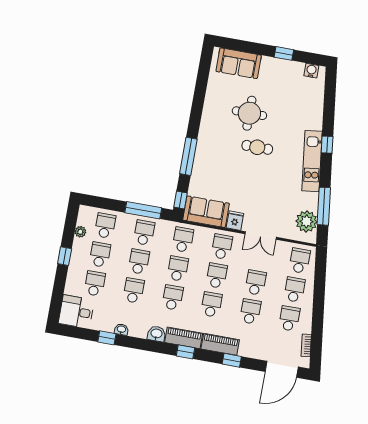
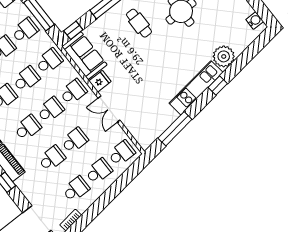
cafe table: (257, 147) -> (139, 23), moved
plant: (307, 221) -> (224, 56), moved

